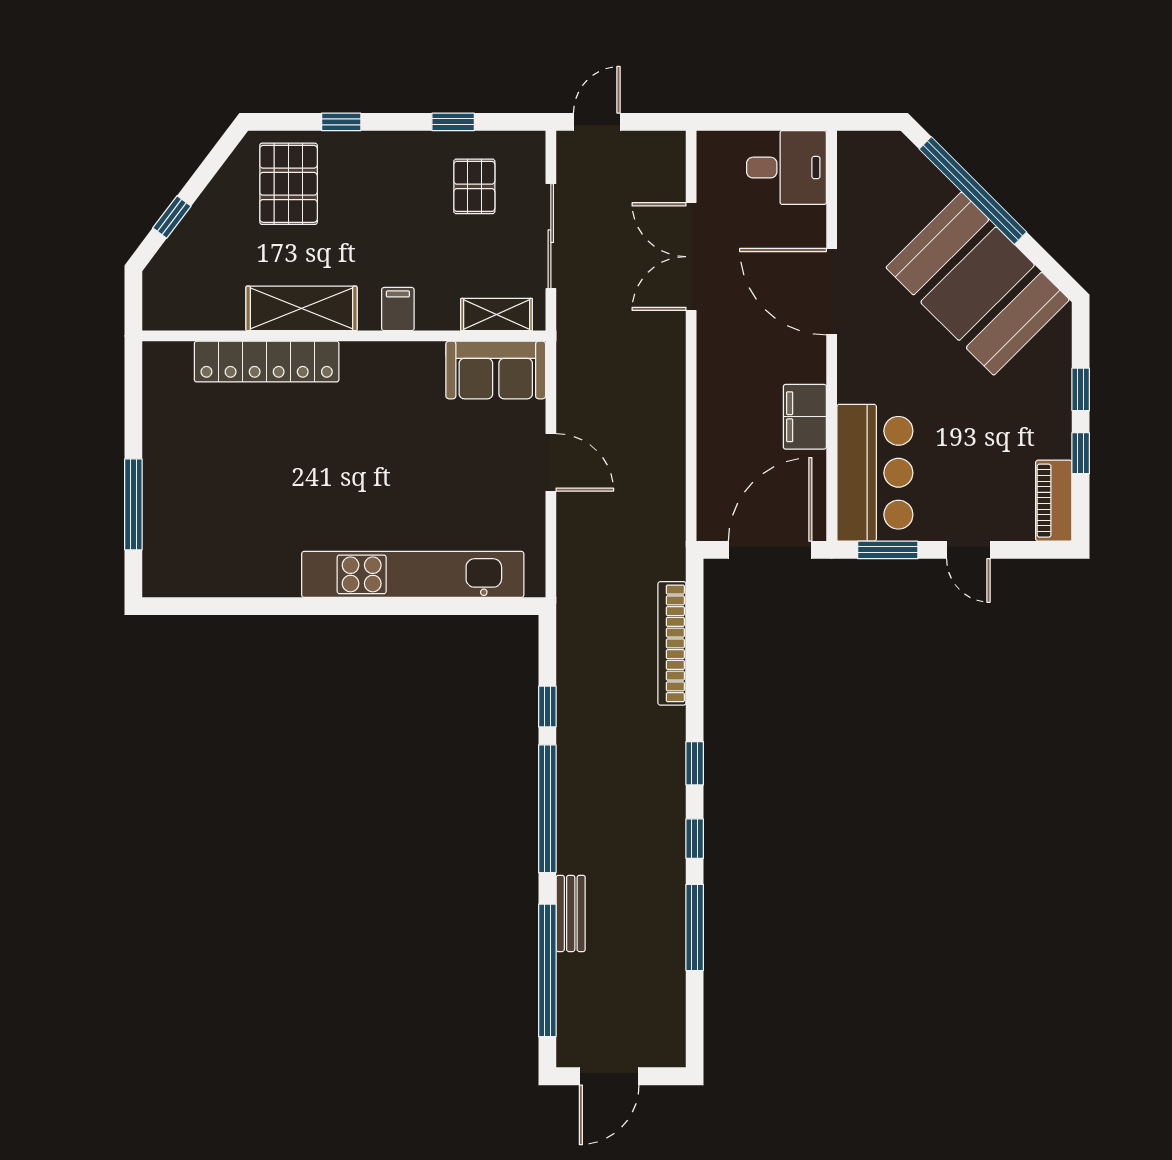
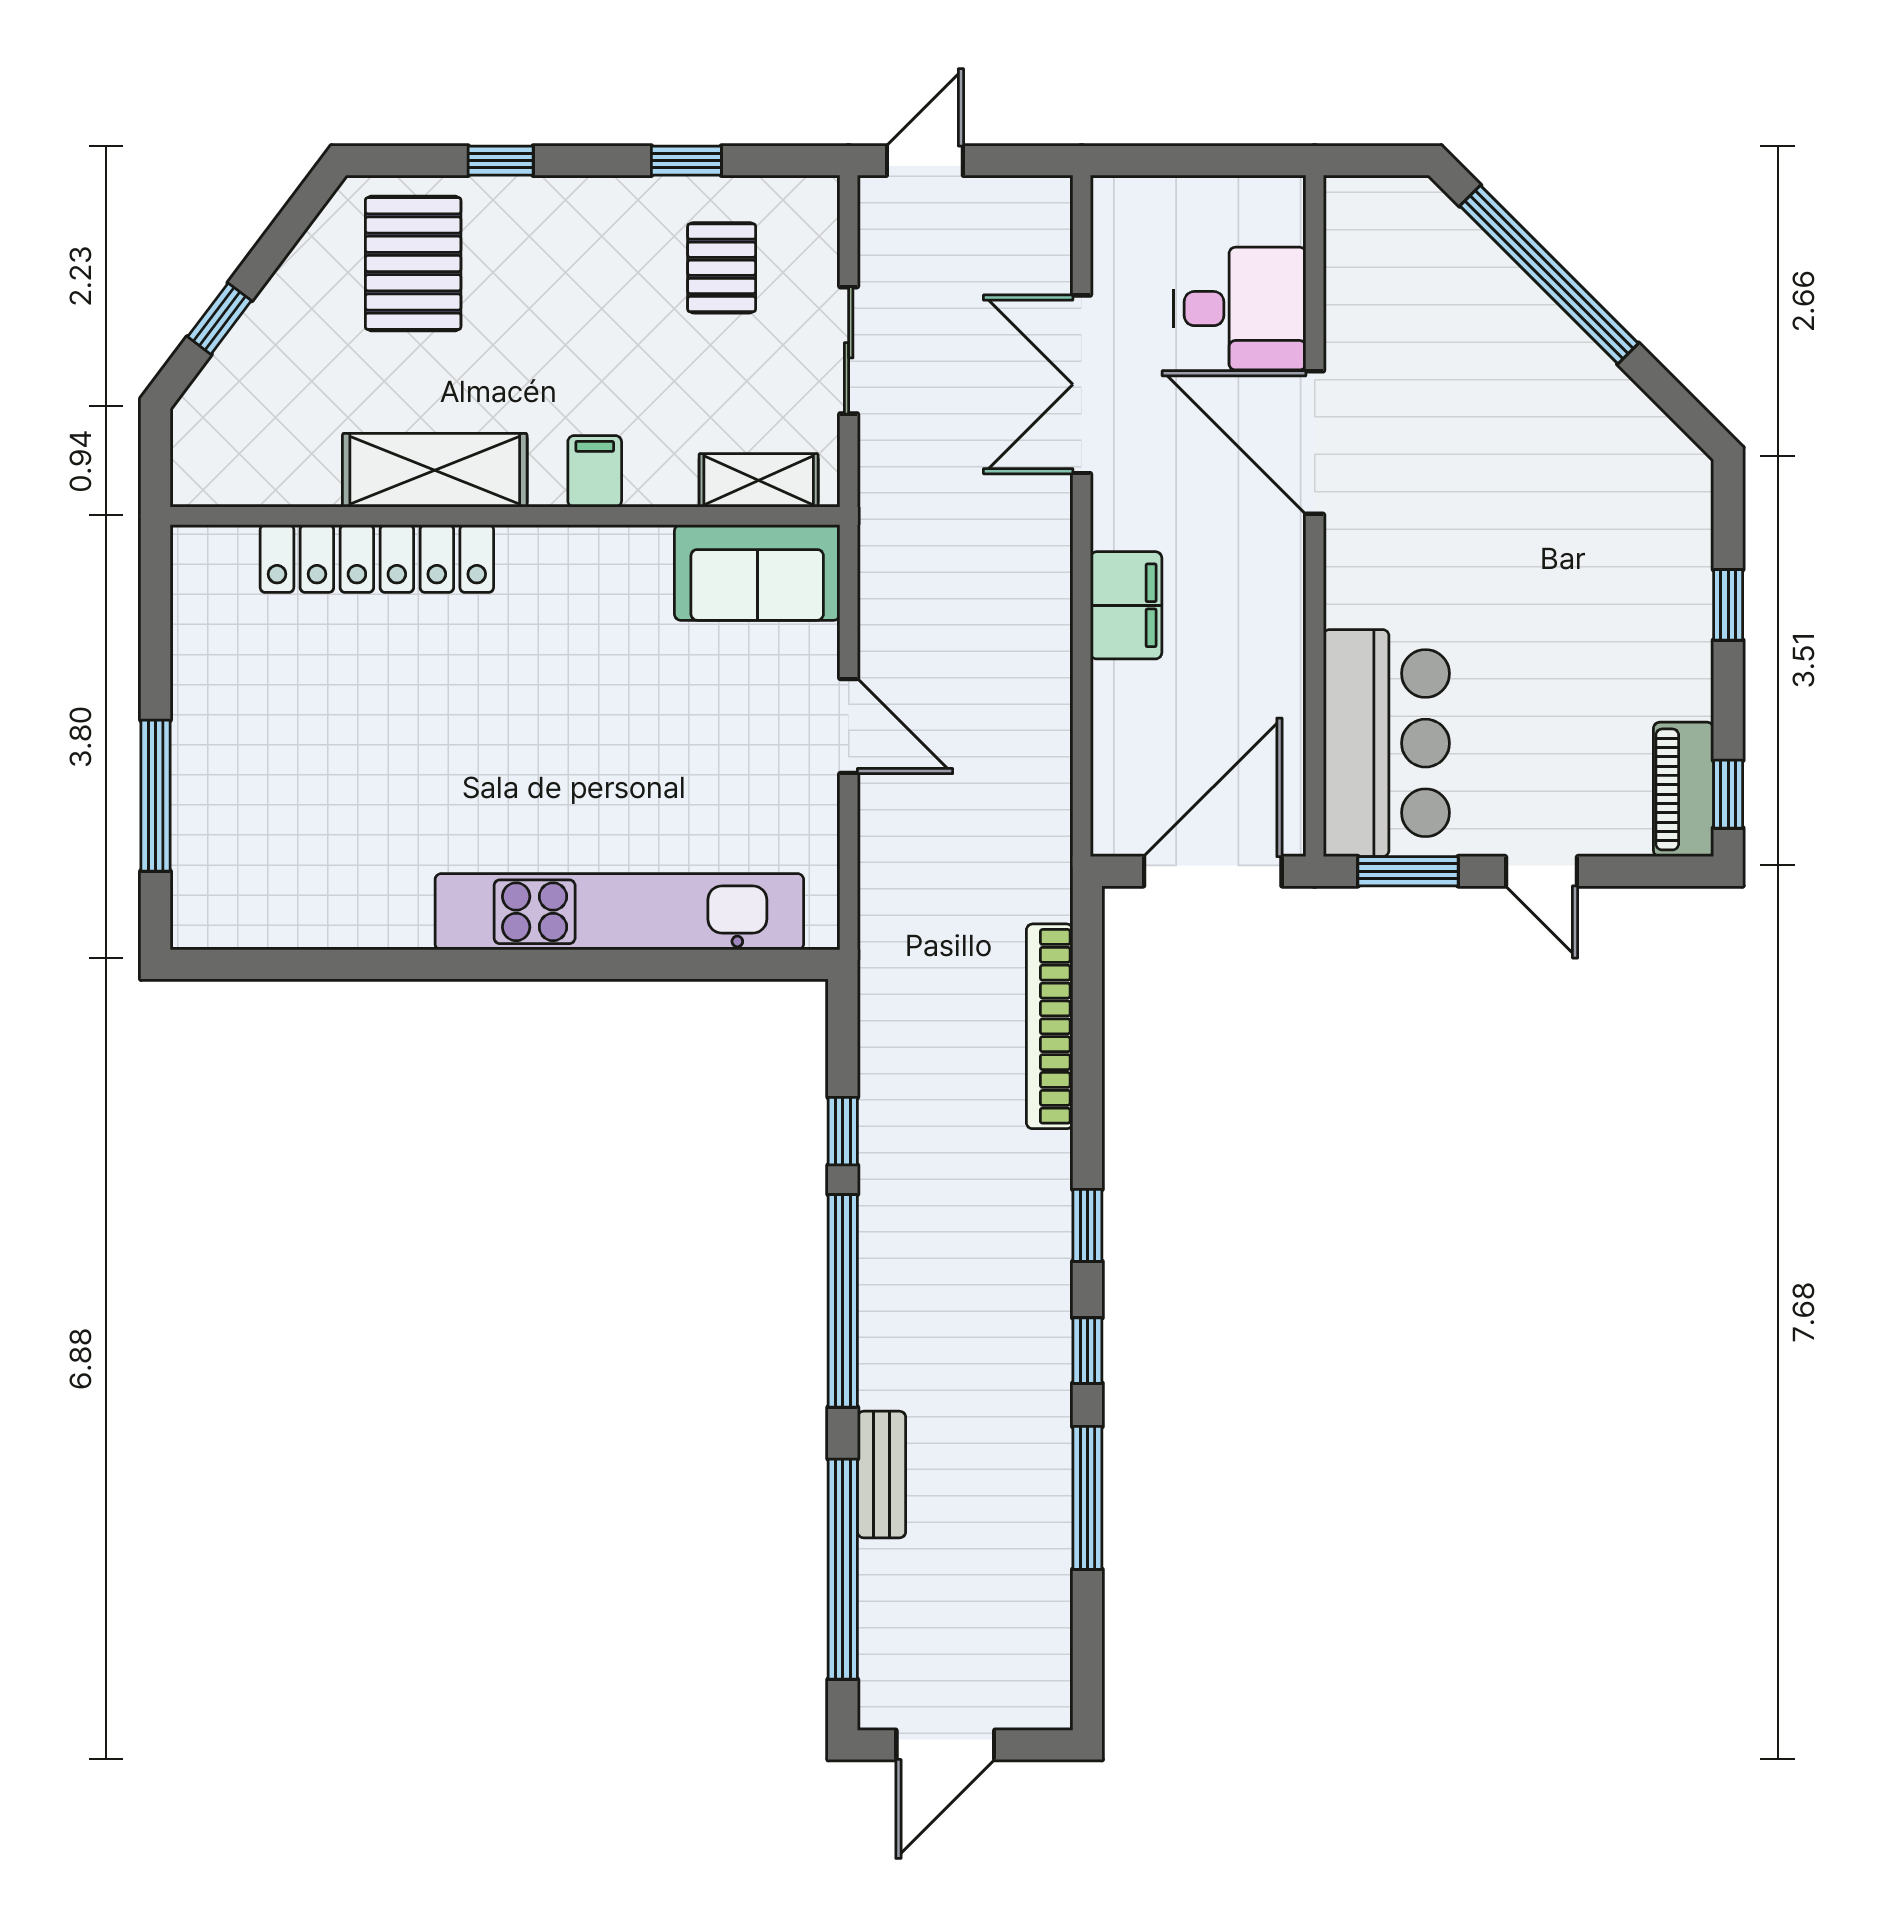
desk: (786, 168) -> (1240, 309), moved
sliding door: (551, 236) -> (849, 350), width x0.73
booth: (978, 284) -> (1557, 429), removed
filing cabinet: (805, 417) -> (1126, 605), moved, turned 180
window: (1081, 453) -> (1728, 794), moved

